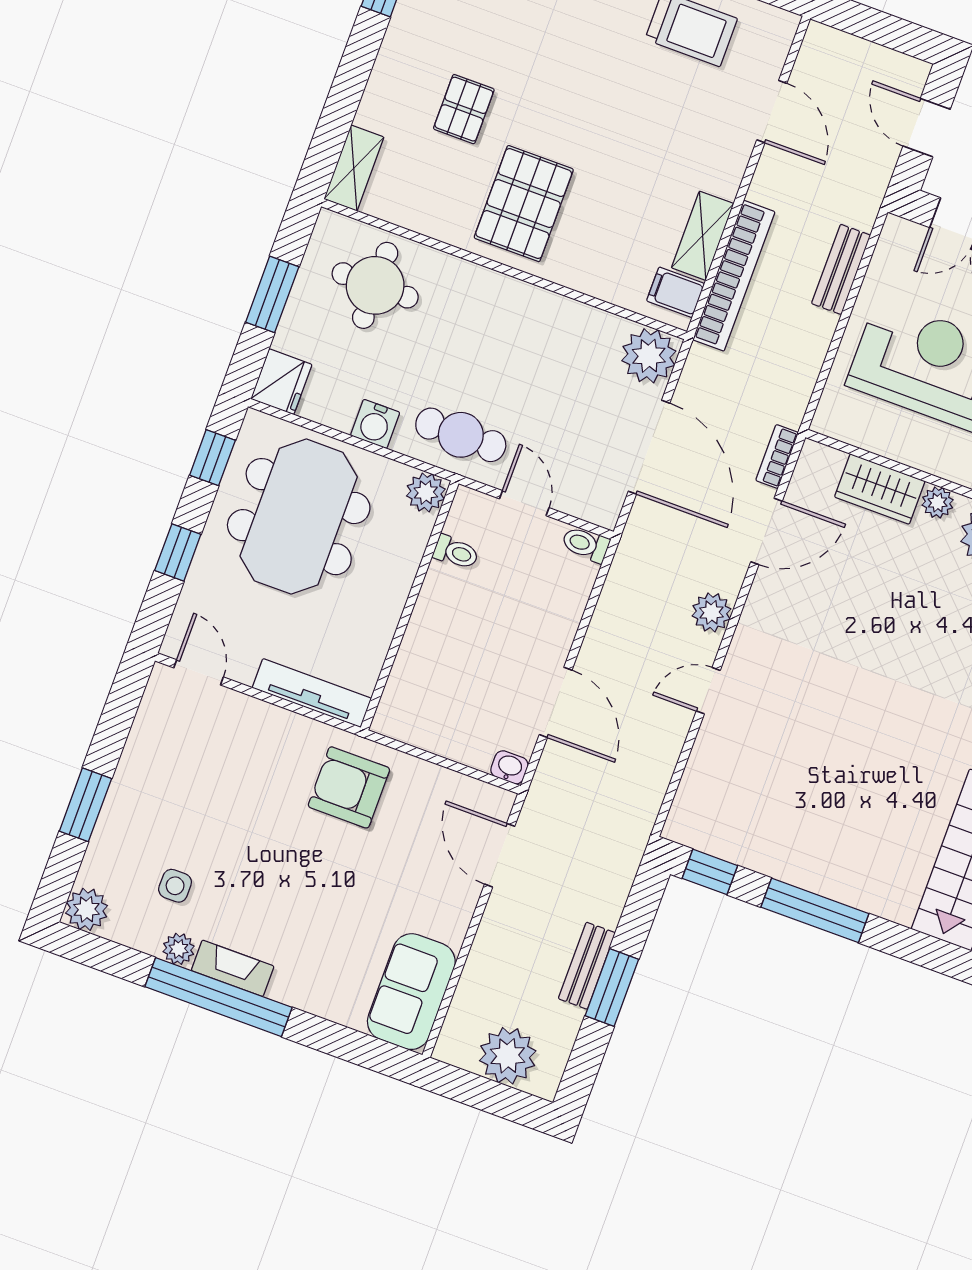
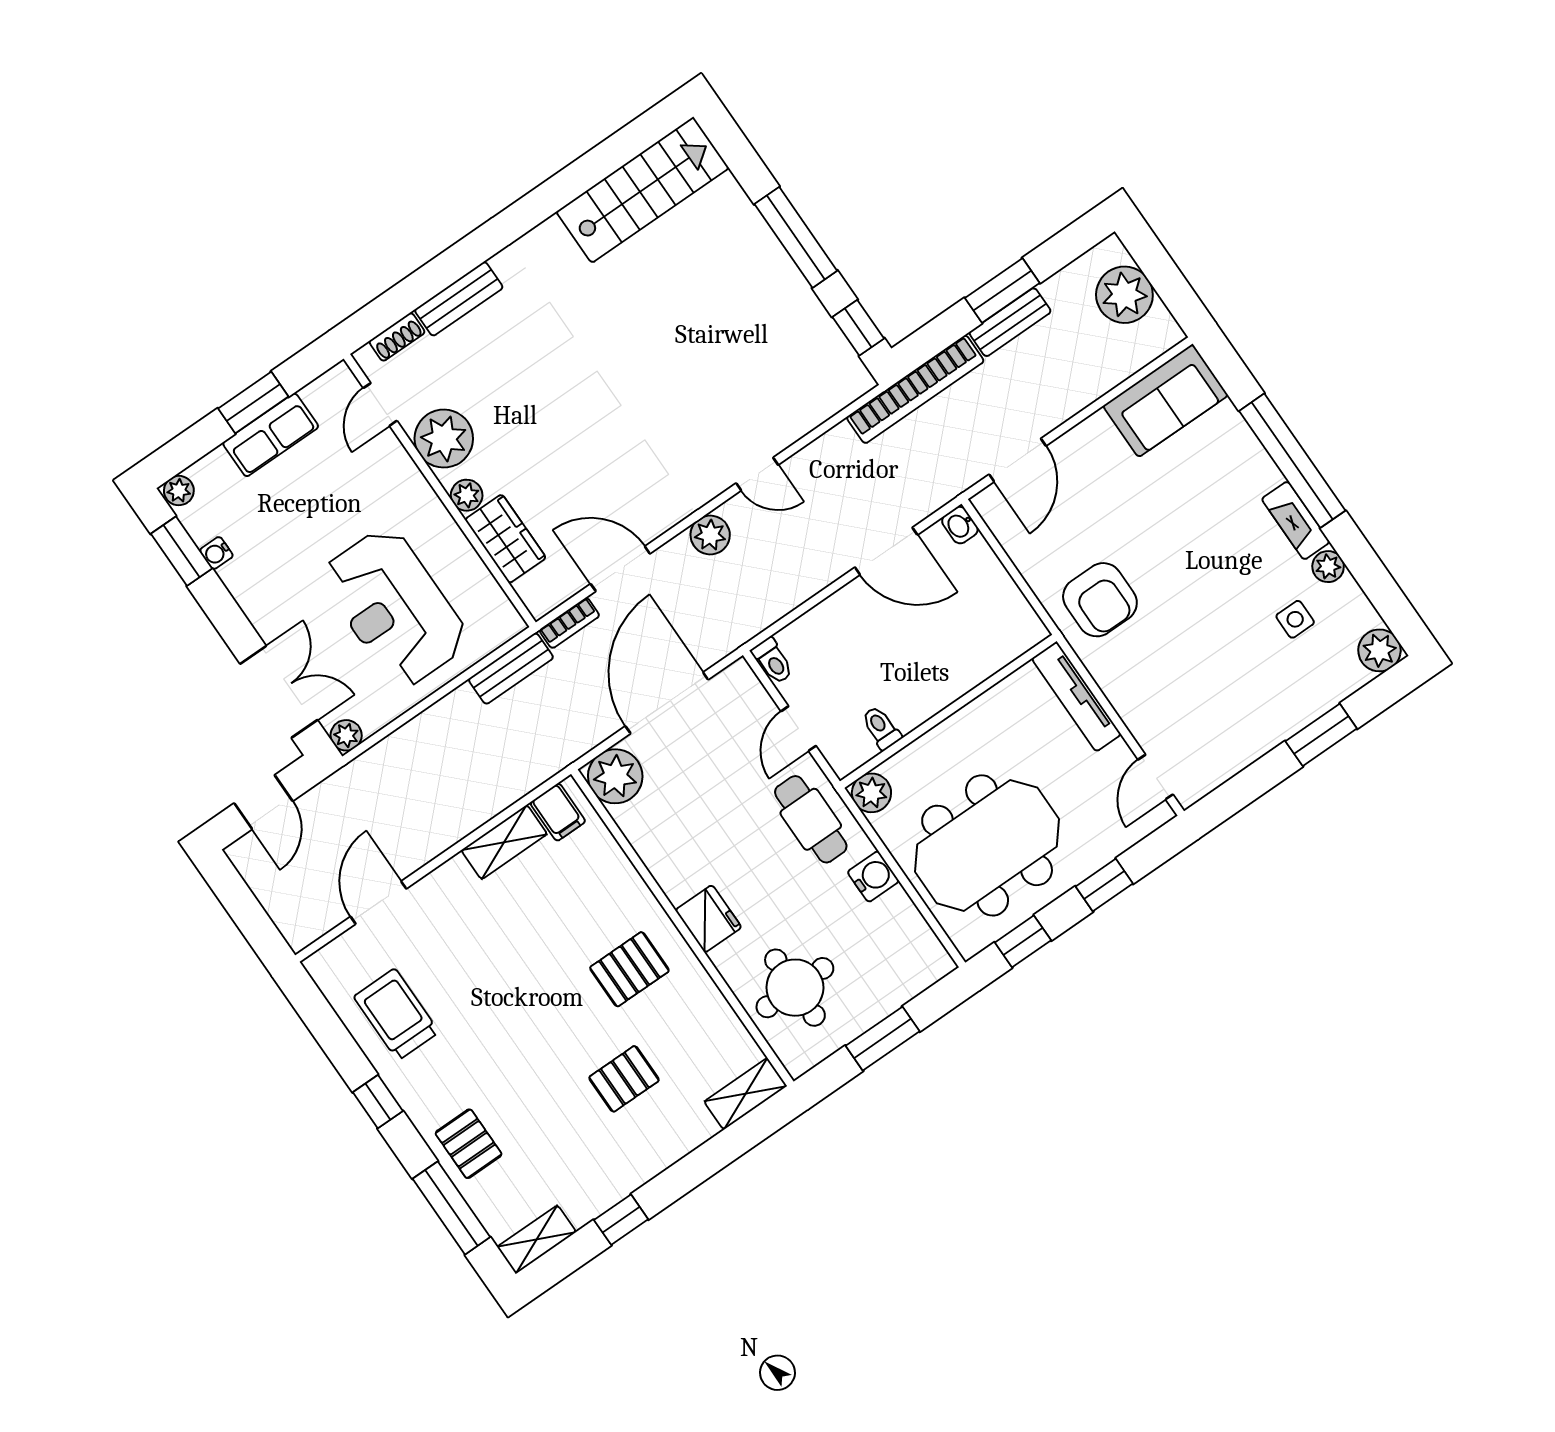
pallet: (524, 204) -> (629, 969), width x0.67, depth x0.71
plant: (897, 232) -> (346, 735), added
bench: (841, 269) -> (511, 668), moved
bookcase: (734, 276) -> (915, 389), moved, turned 180
fridge: (281, 382) -> (708, 919), moved, turned 90
door: (556, 702) -> (886, 551), swing flipped
window: (218, 997) -> (1292, 461), moved

